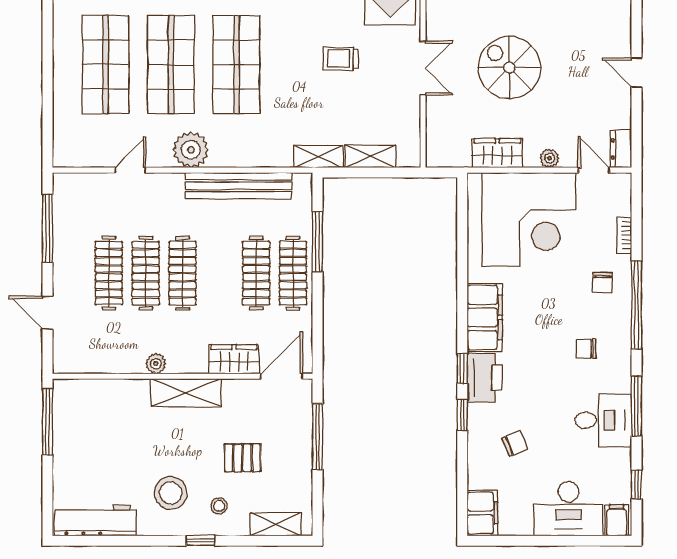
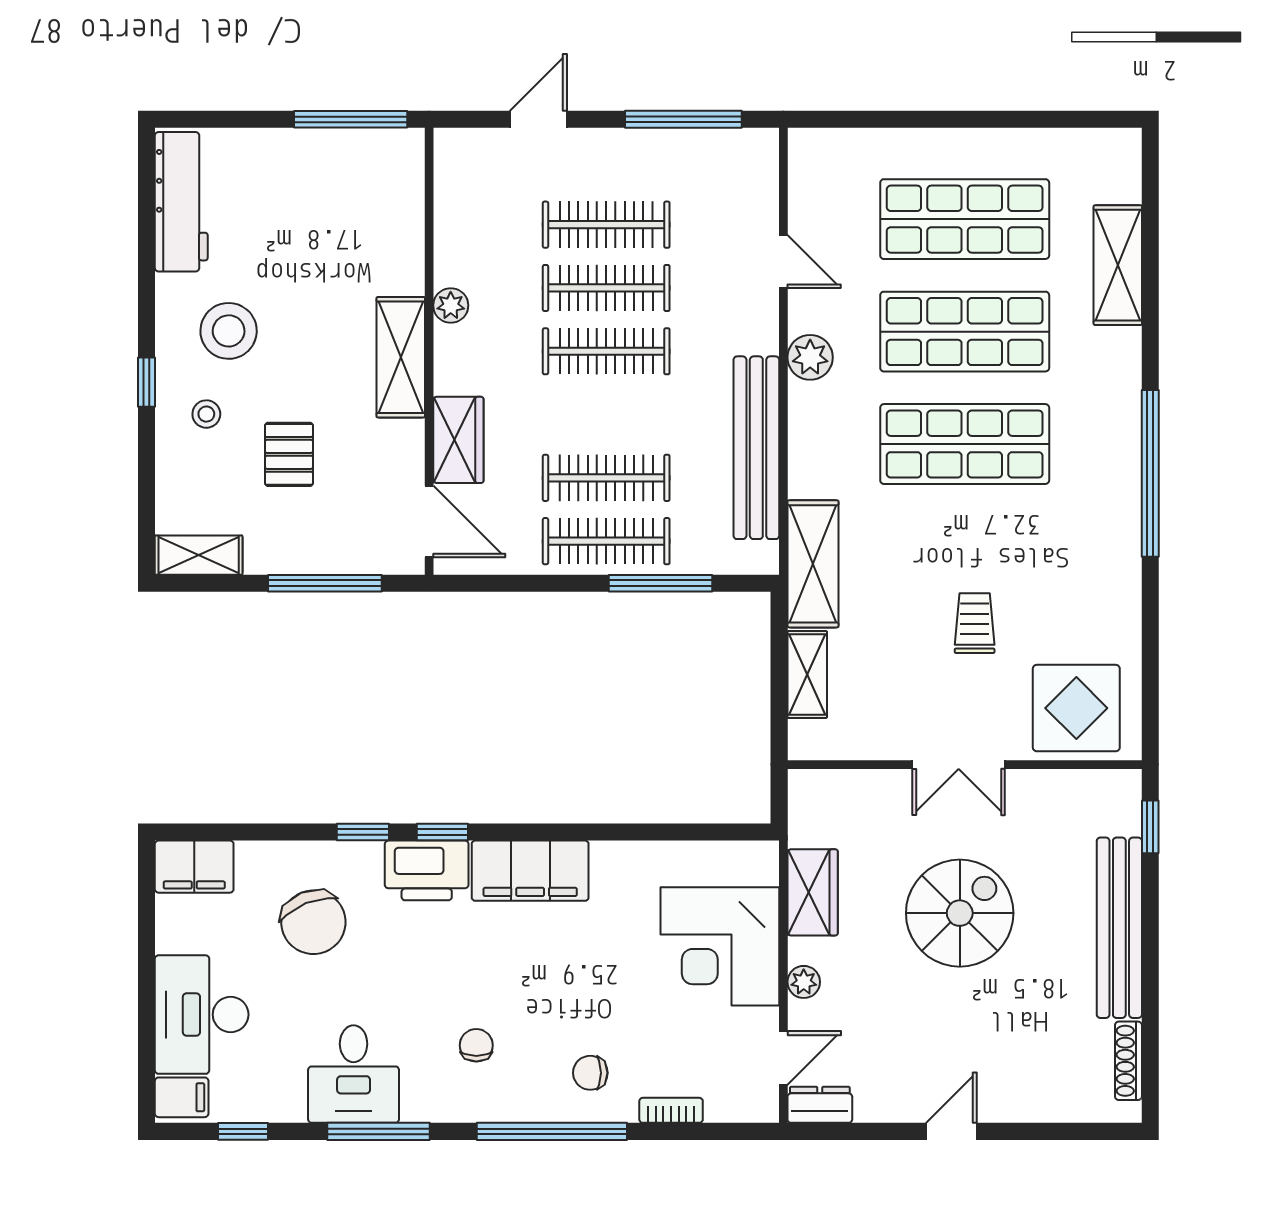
plant: (191, 150) -> (810, 357), width x0.73, depth x0.73
shelving: (319, 157) -> (813, 564), width x1.50, depth x1.33
corner desk: (529, 219) -> (720, 946), width x0.74, depth x0.74
chair: (515, 444) -> (313, 922), width x1.87, depth x1.87
shelving: (276, 524) -> (199, 555), moved, turned 90

